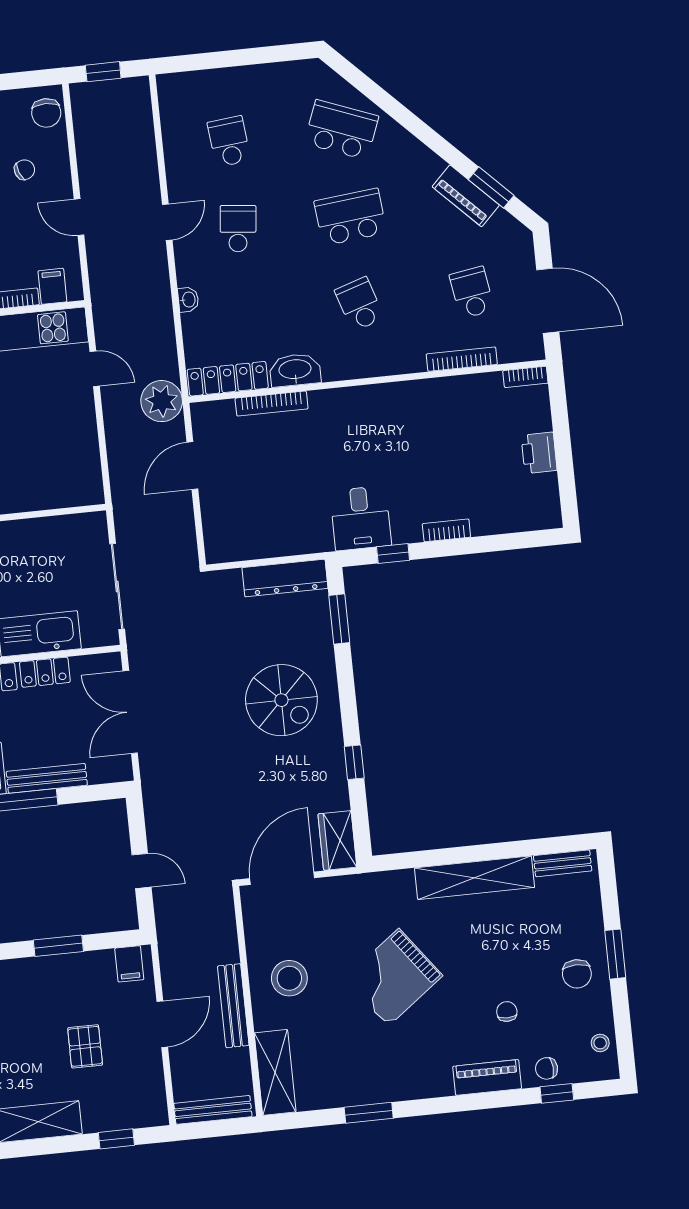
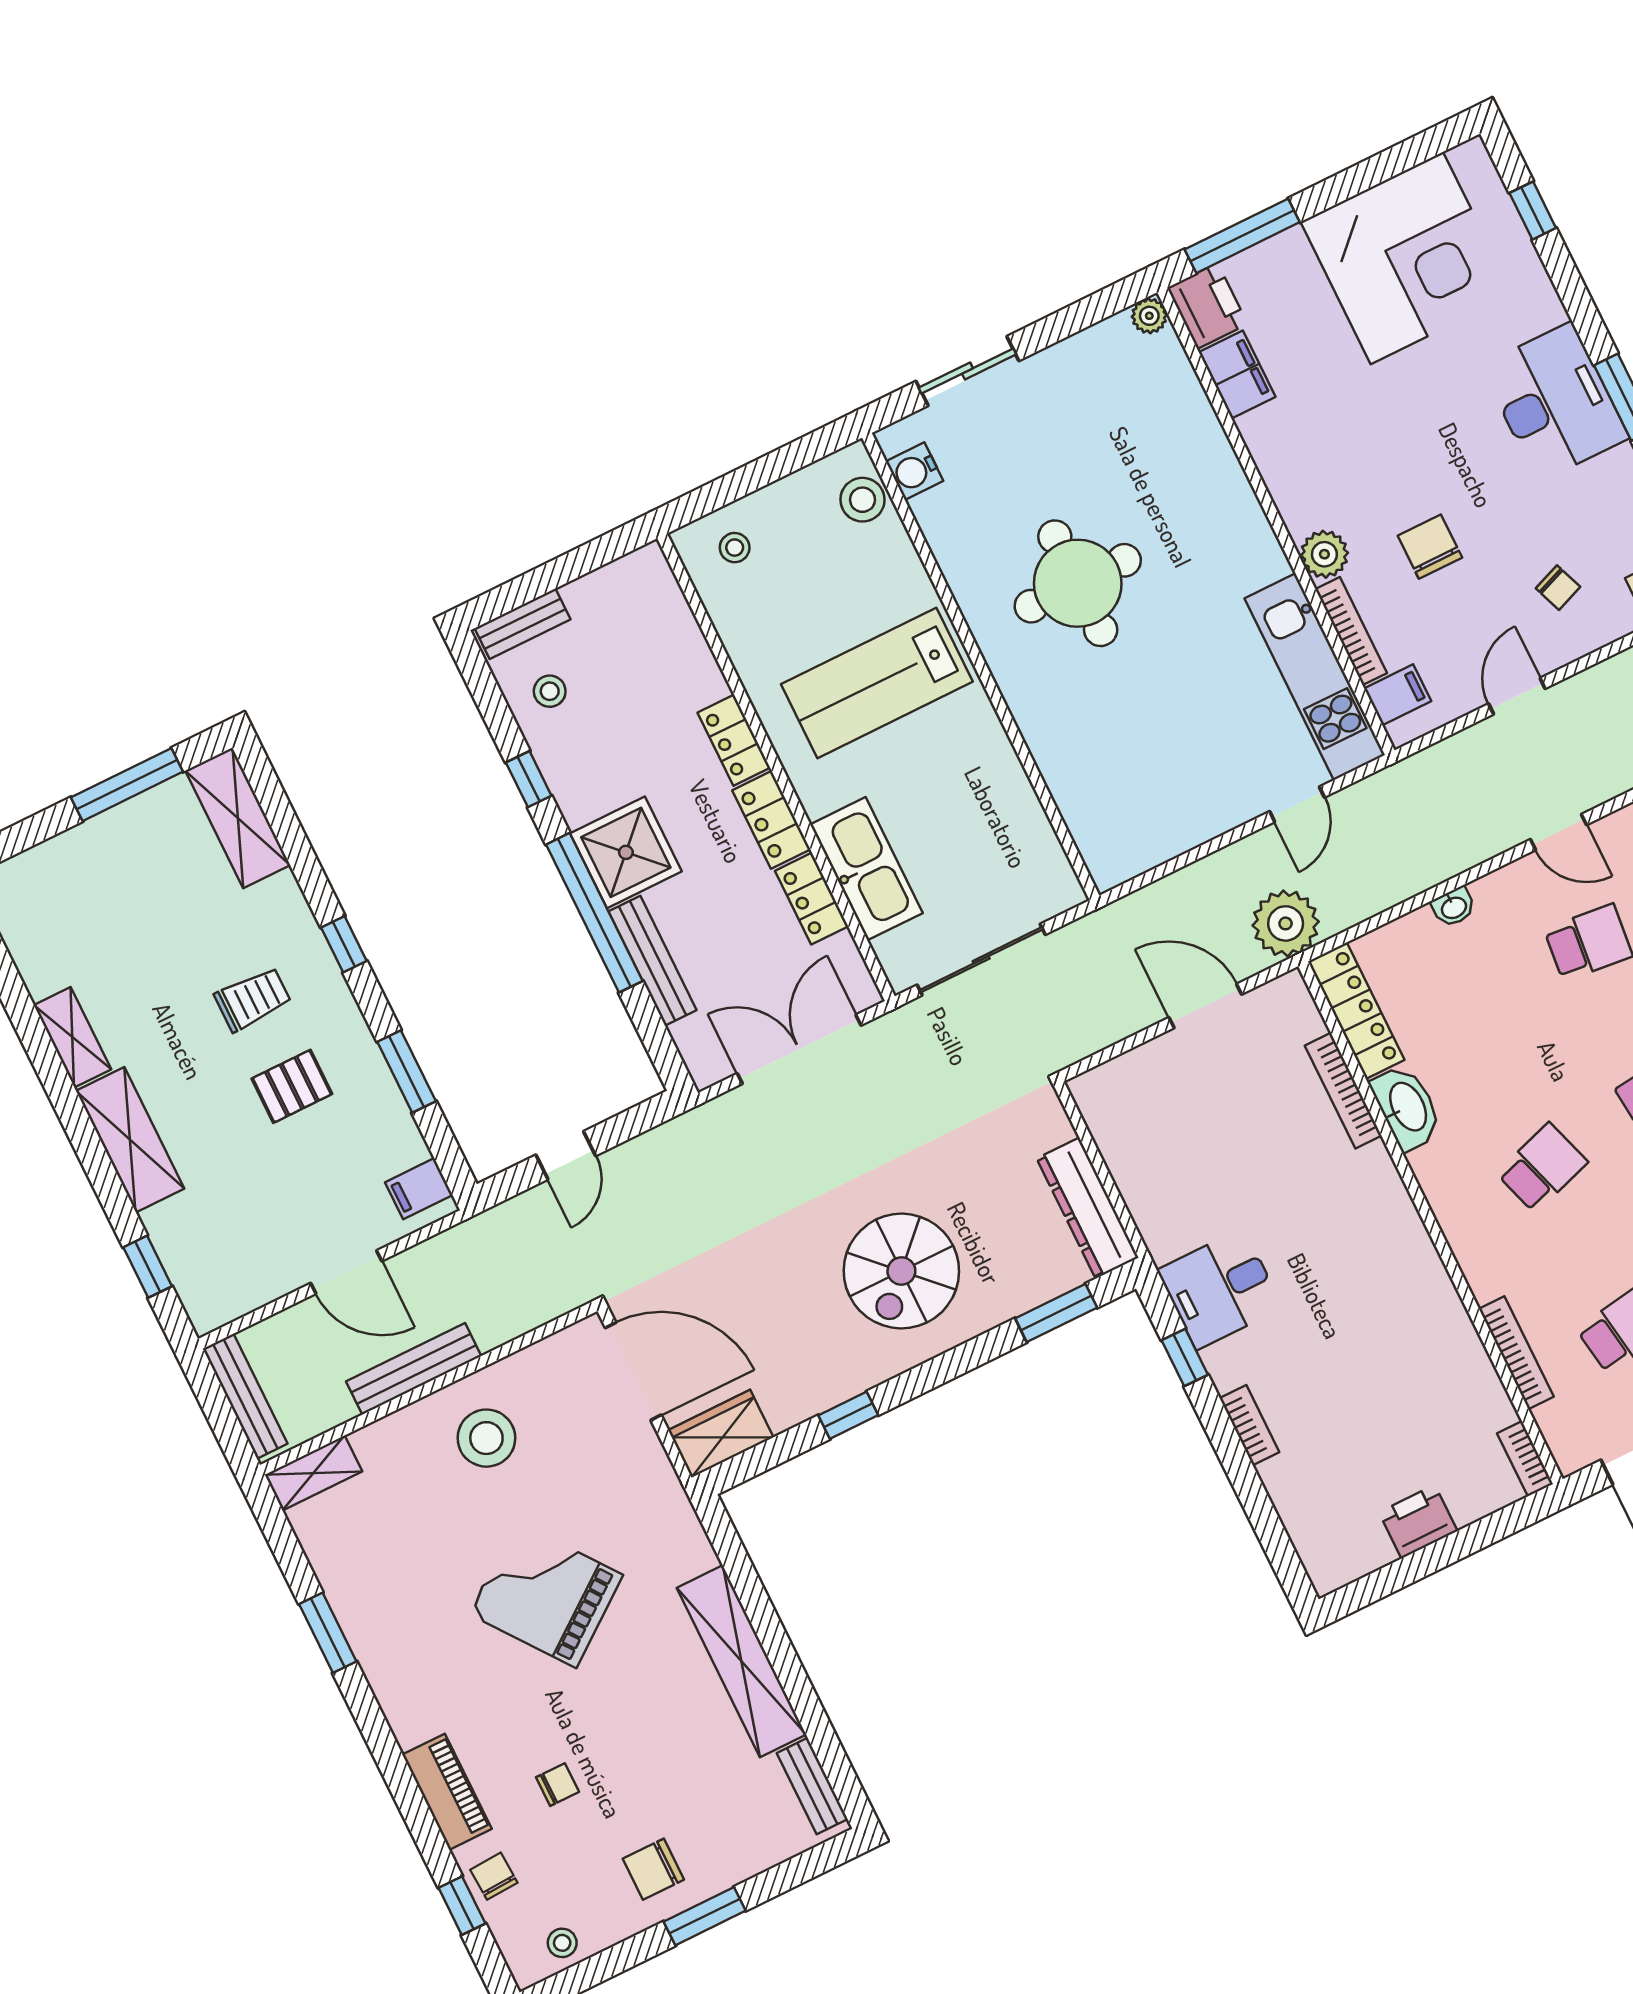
pallet: (85, 1046) -> (292, 1086), moved
shelving: (275, 1072) -> (313, 1473), width x0.67, depth x0.75

